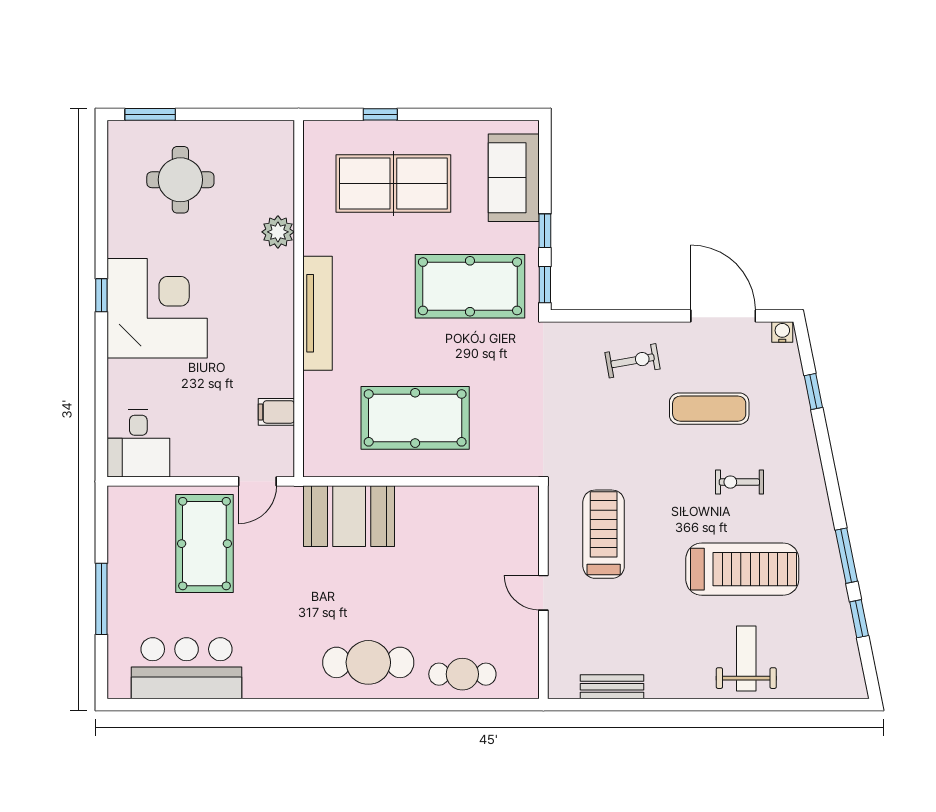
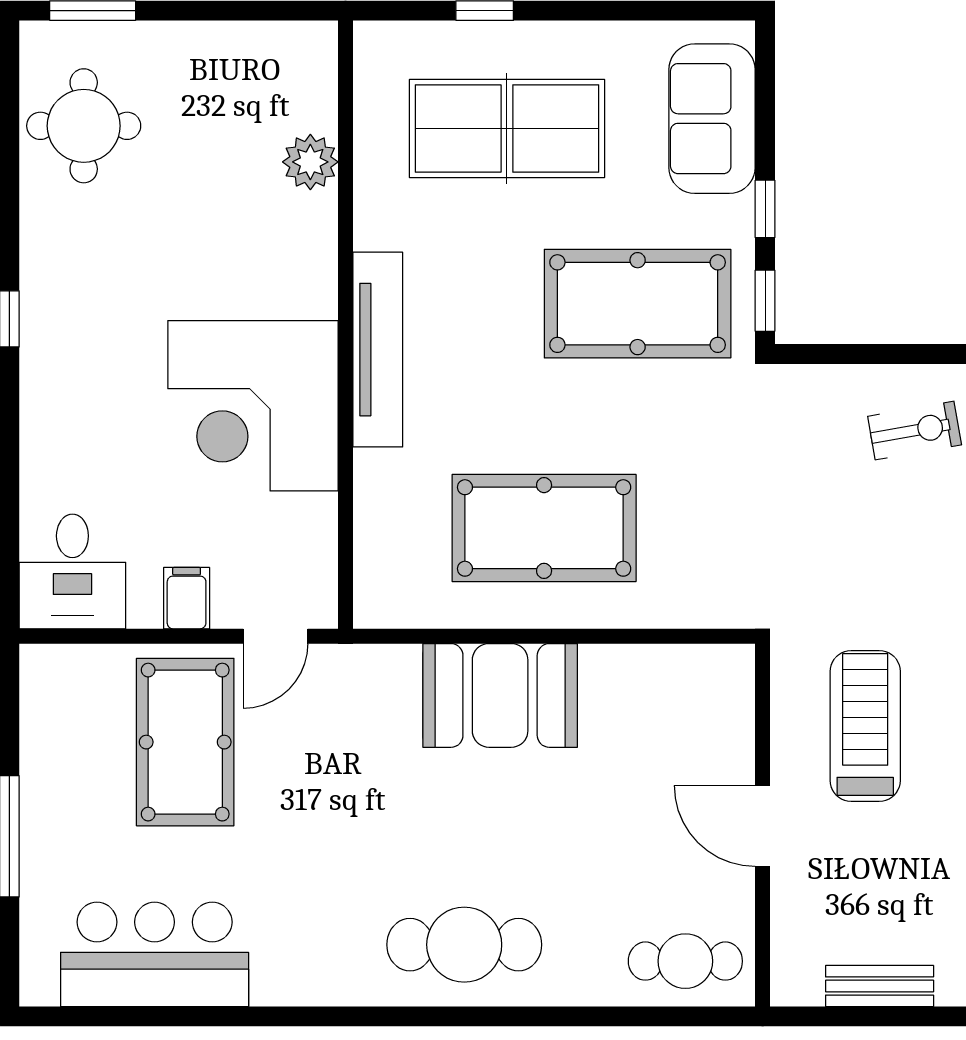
round table: (180, 180) -> (84, 126), moved
plant: (278, 232) -> (310, 162), moved
corner desk: (157, 308) -> (253, 406), moved, turned 180
filing cabinet: (276, 412) -> (187, 598), moved, turned 90
booth: (349, 516) -> (500, 695), moved
door: (543, 593) -> (763, 826), width x1.38
cafe table: (462, 674) -> (685, 961), moved

